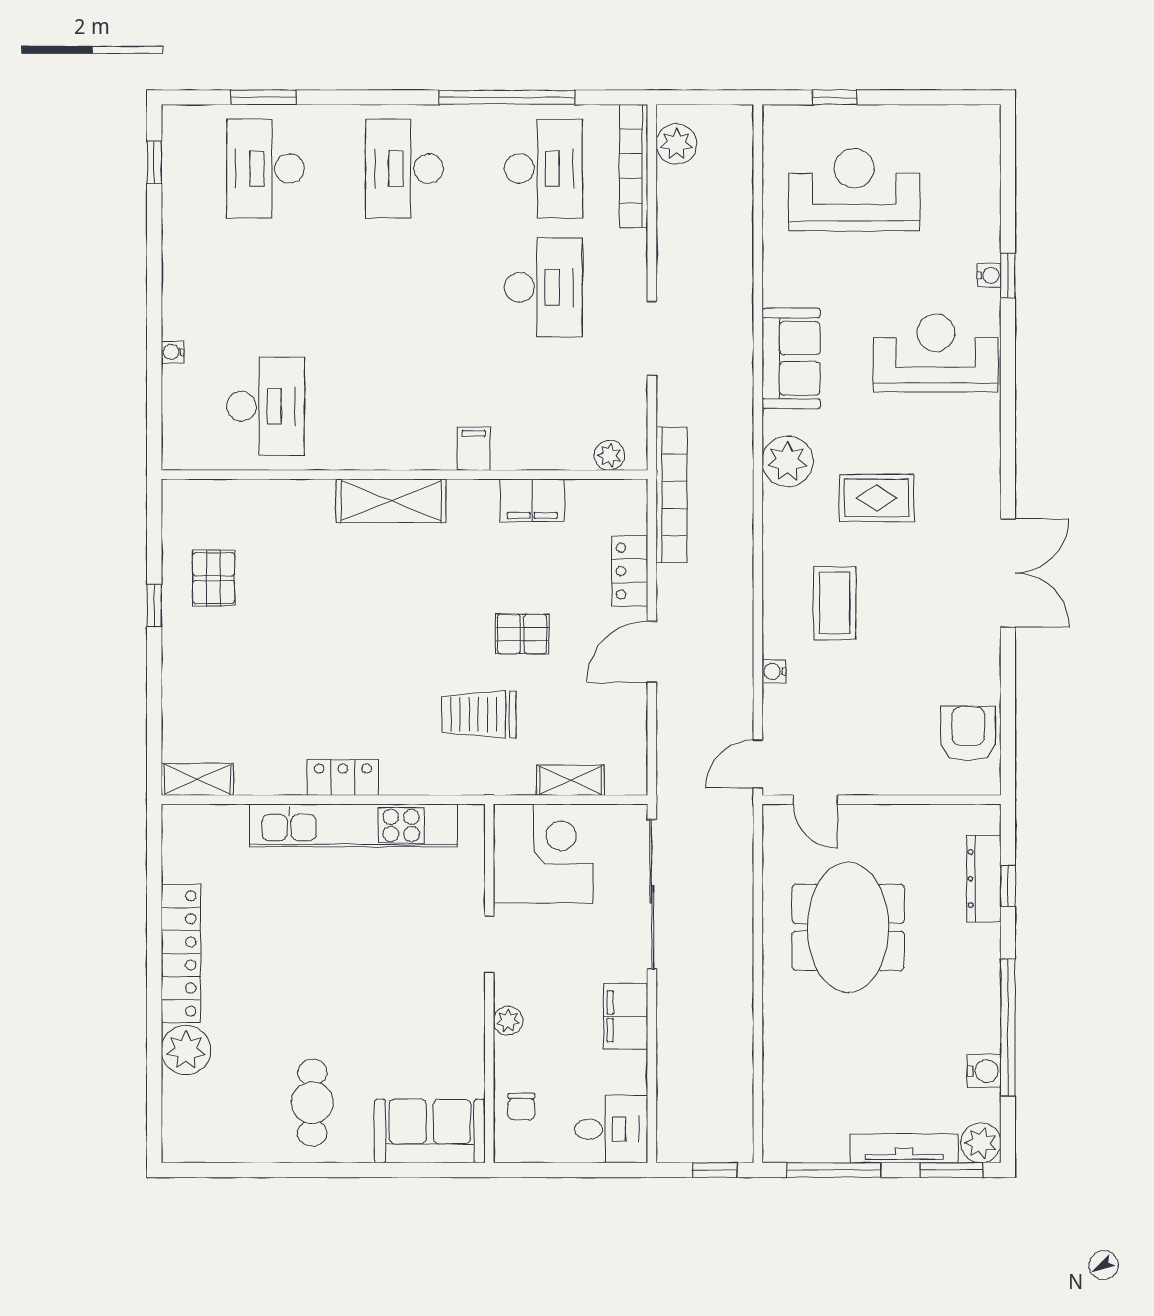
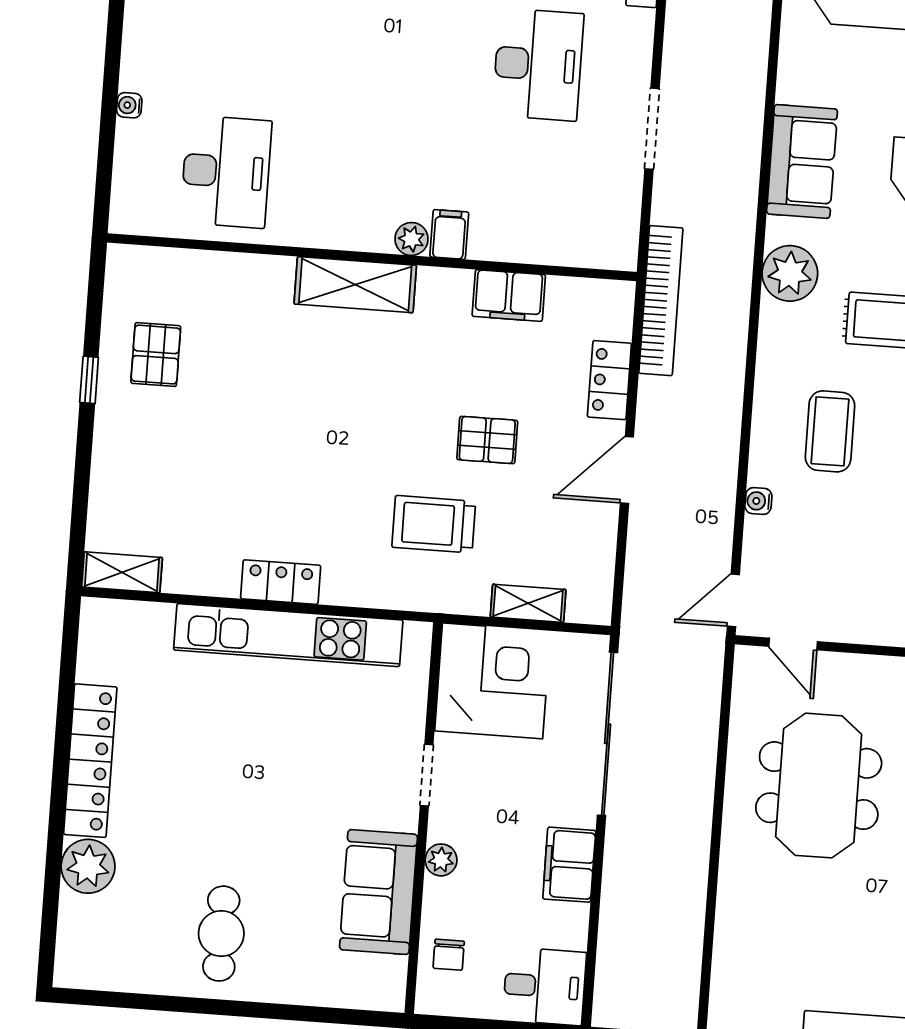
plant: (609, 455) -> (411, 239), moved
sofa: (430, 1131) -> (378, 892), moved, turned -90

